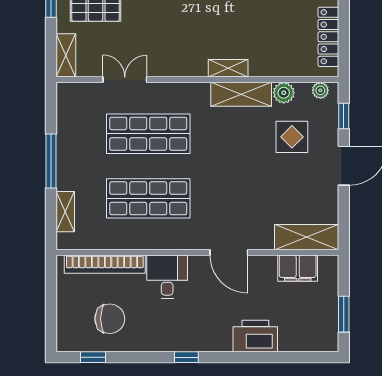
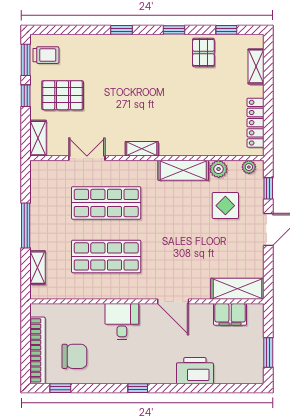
shelving: (228, 68) -> (142, 149), moved
bookcase: (105, 264) -> (38, 350), moved, turned -90

